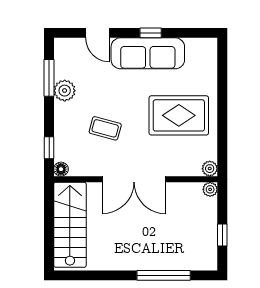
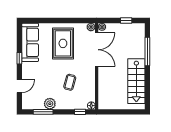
sofa: (148, 53) -> (30, 42), moved
double door: (134, 179) -> (97, 50), moved
stairs: (70, 225) -> (136, 81), moved, turned -90

